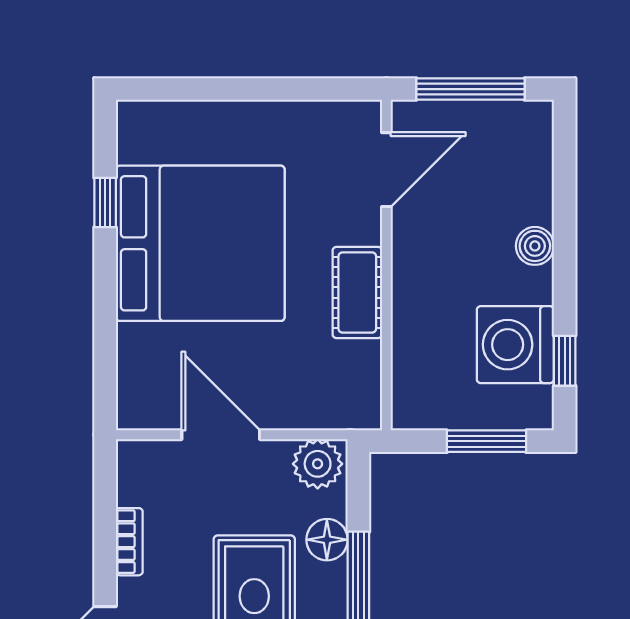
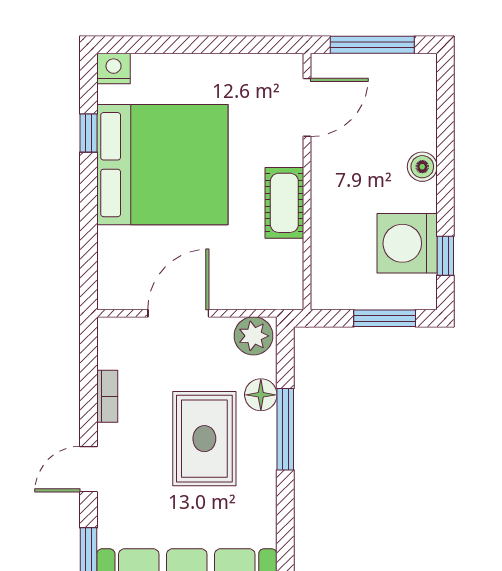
nightstand: (137, 120) -> (114, 68), added
door: (221, 435) -> (178, 313), hinge flipped

